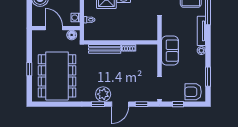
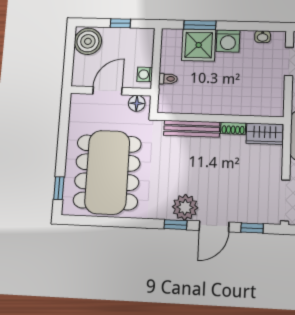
door: (54, 28) -> (107, 91), hinge flipped
wardrobe: (147, 50) -> (265, 134), added
window: (29, 69) -> (59, 188), moved

